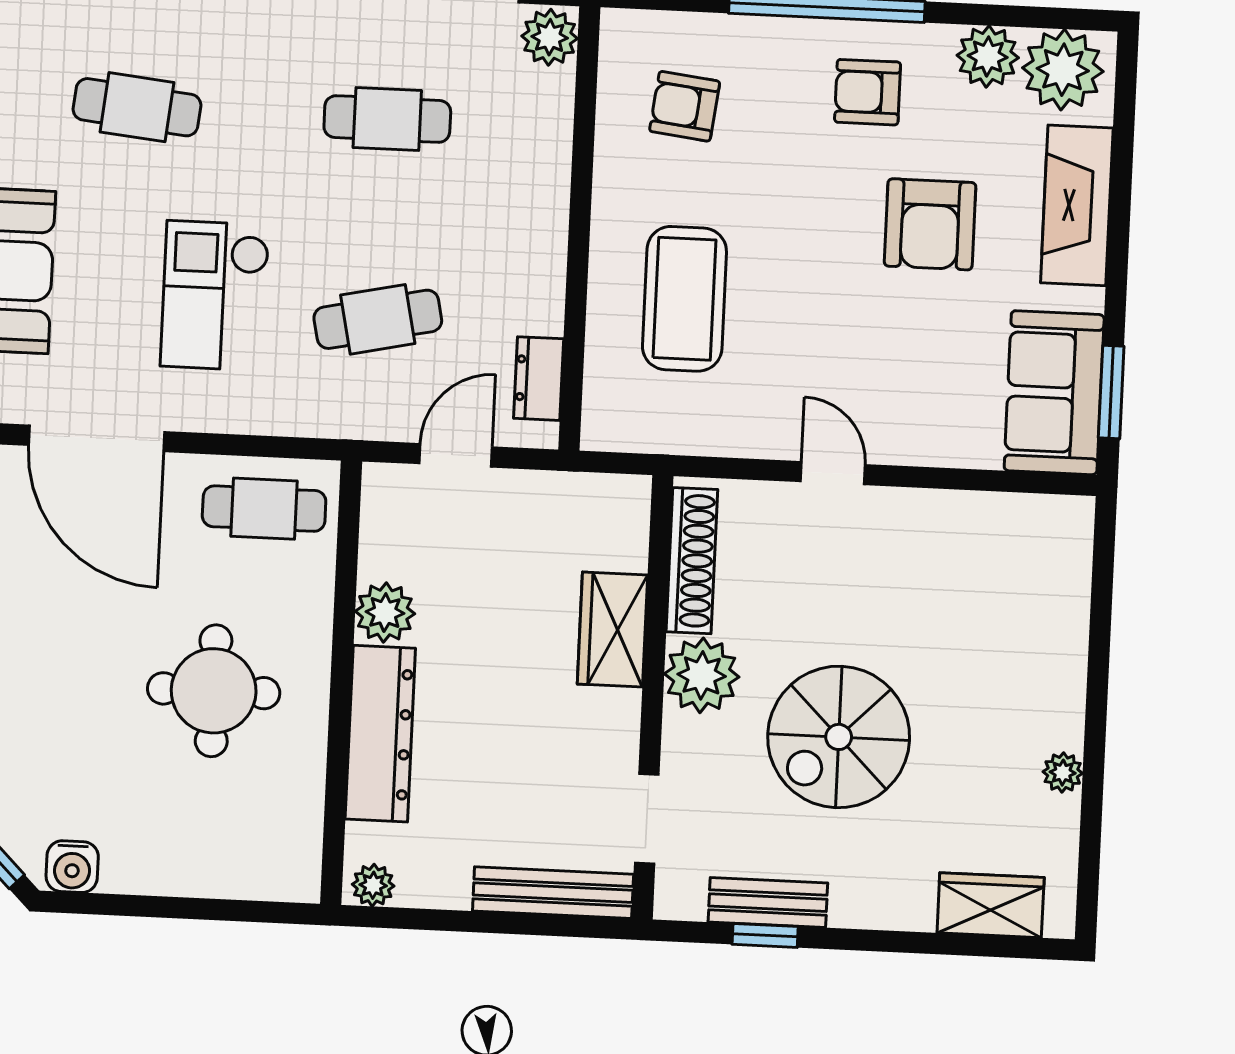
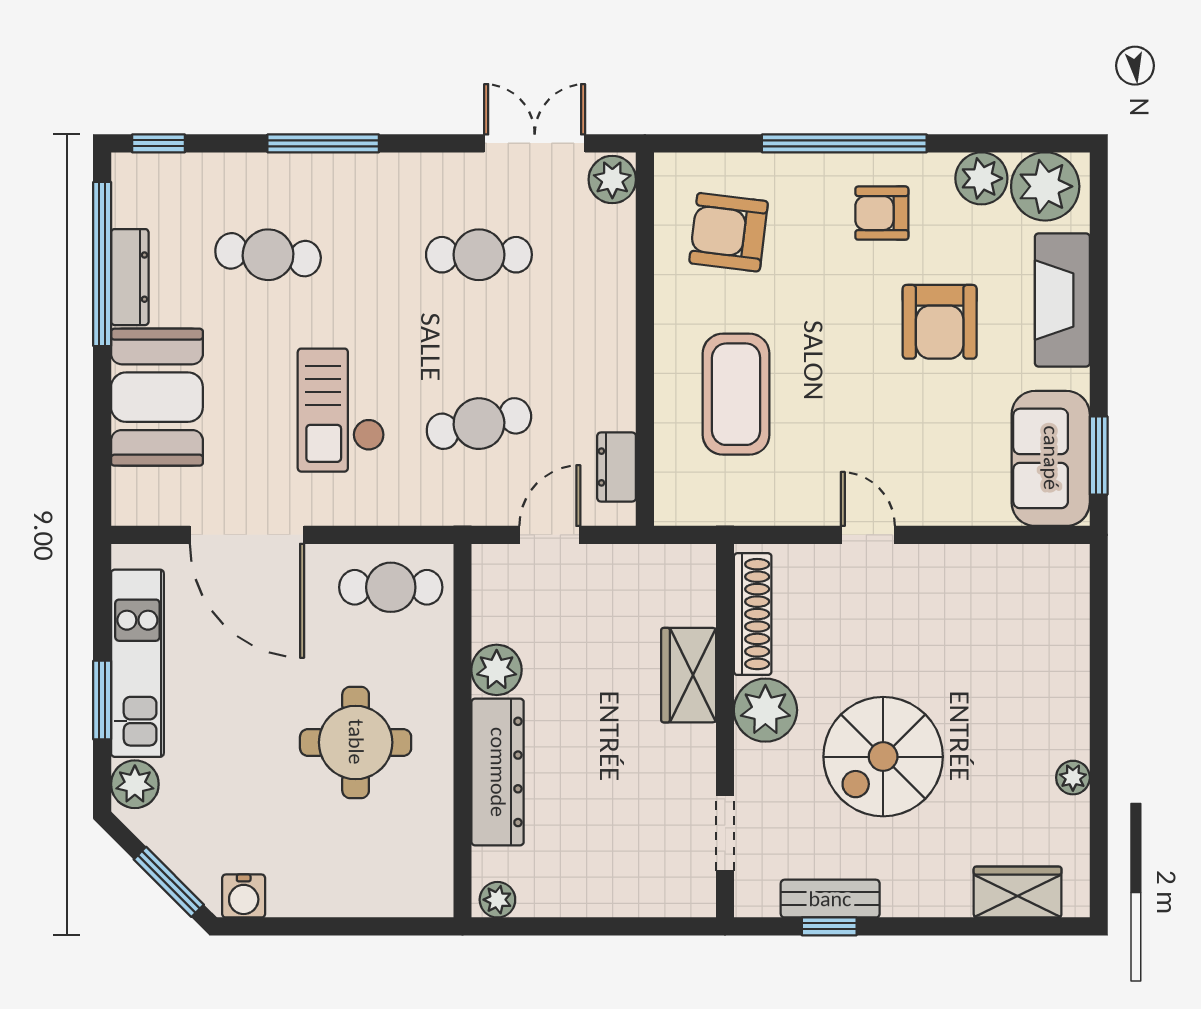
armchair: (685, 106) -> (729, 232), width x1.38, depth x1.38
bench: (553, 893) -> (649, 899), removed

